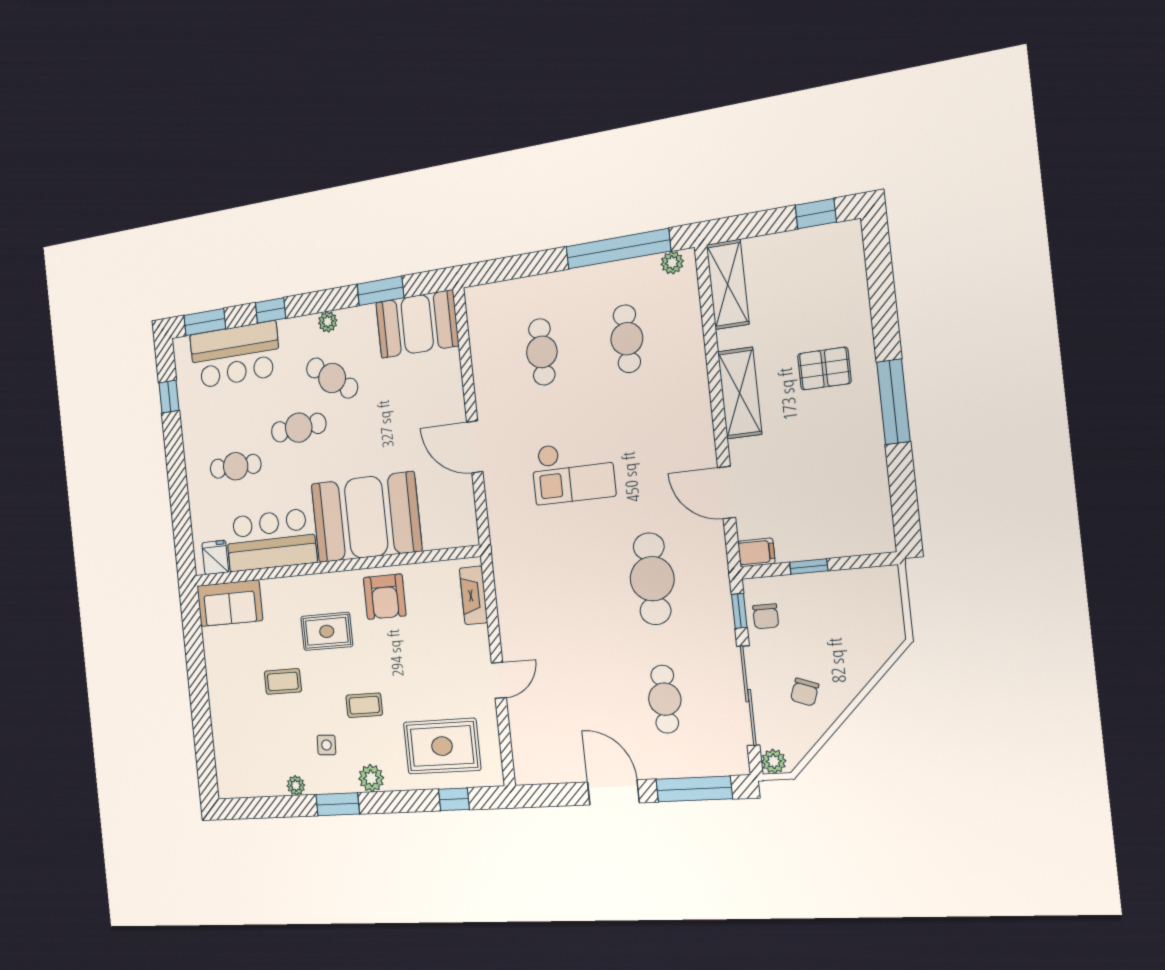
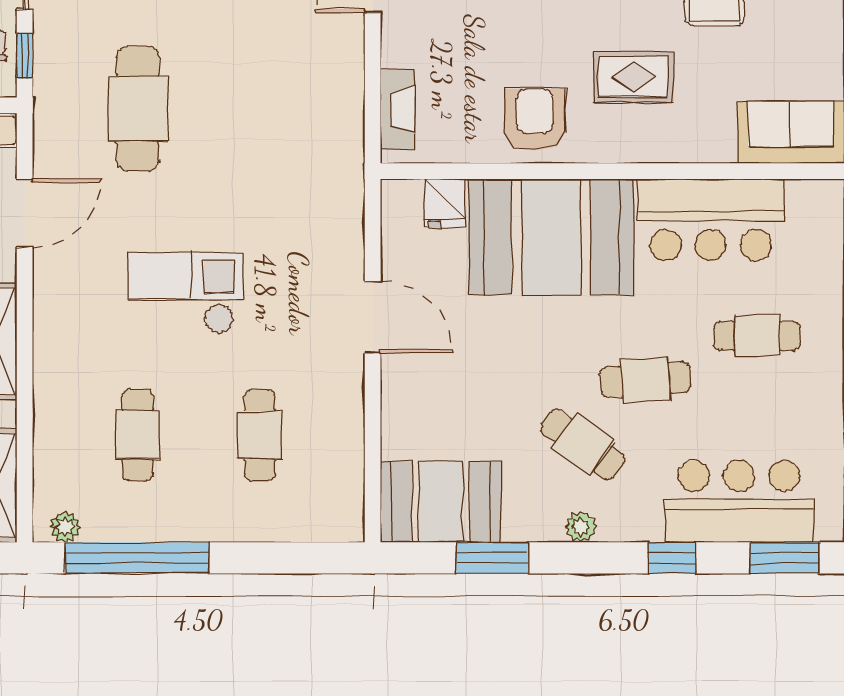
checkout: (573, 472) -> (186, 293), moved
door: (727, 493) -> (25, 213), hinge flipped
fridge: (215, 557) -> (445, 203), moved

